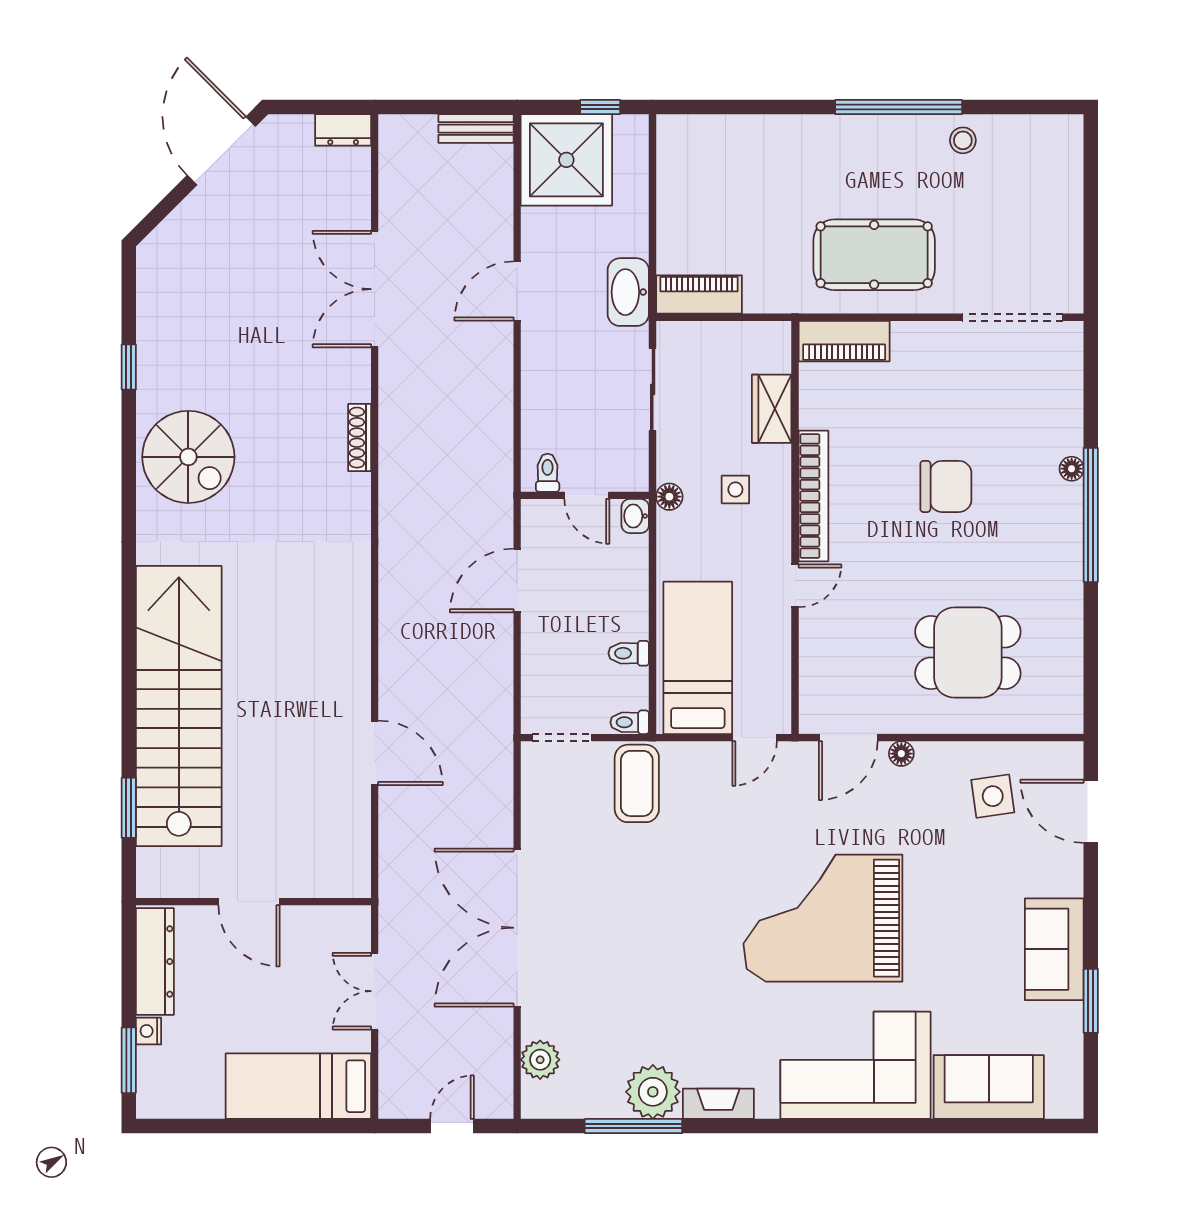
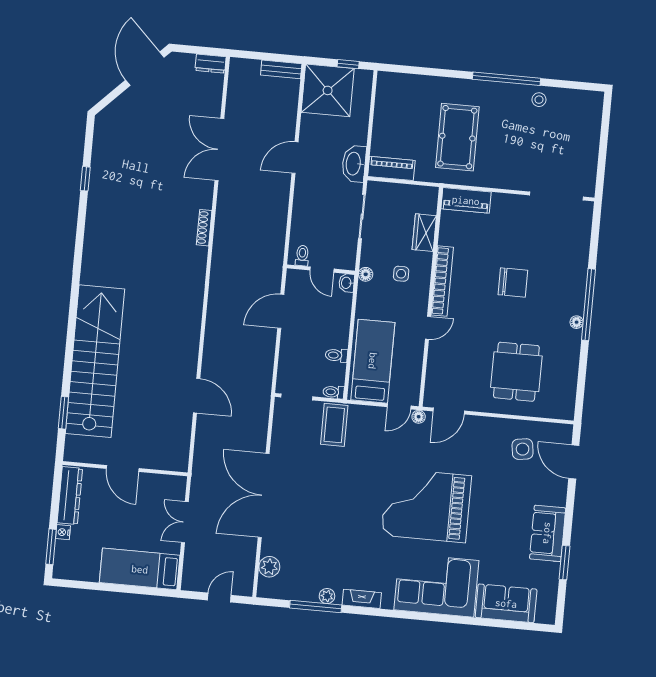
pool table: (874, 255) -> (457, 137), moved, turned 90
spiral stairs: (188, 457) -> (112, 229), removed
floor lamp: (1072, 469) -> (577, 322), moved
dining table: (968, 652) -> (516, 372), turned 90
floor lamp: (901, 754) -> (419, 417), moved
plant: (653, 1092) -> (327, 596), width x0.53, depth x0.53

